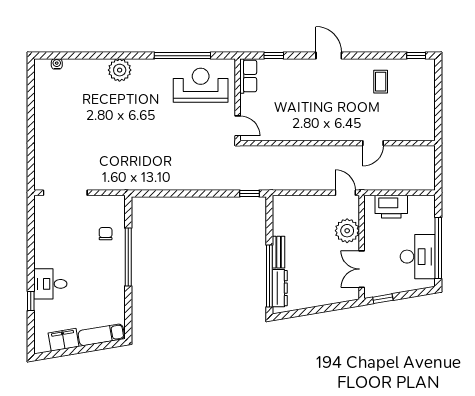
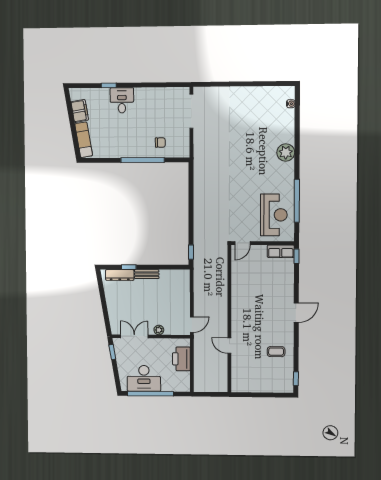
window: (274, 56) -> (296, 256), moved
plant: (347, 231) -> (159, 330), width x0.53, depth x0.53
window: (269, 276) -> (129, 267), width x0.32

